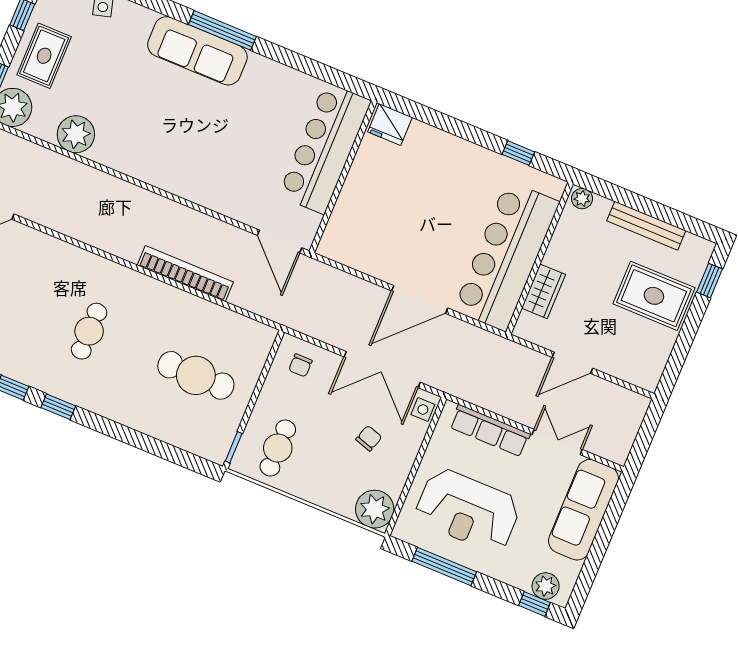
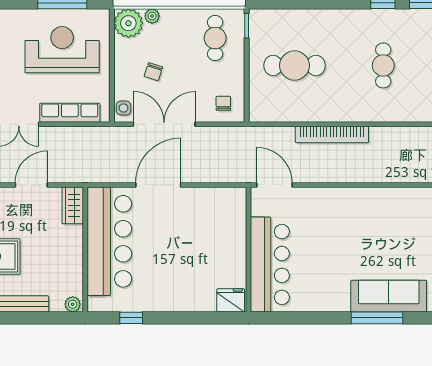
wardrobe: (543, 291) -> (73, 205), moved
plant: (343, 506) -> (152, 16), added

